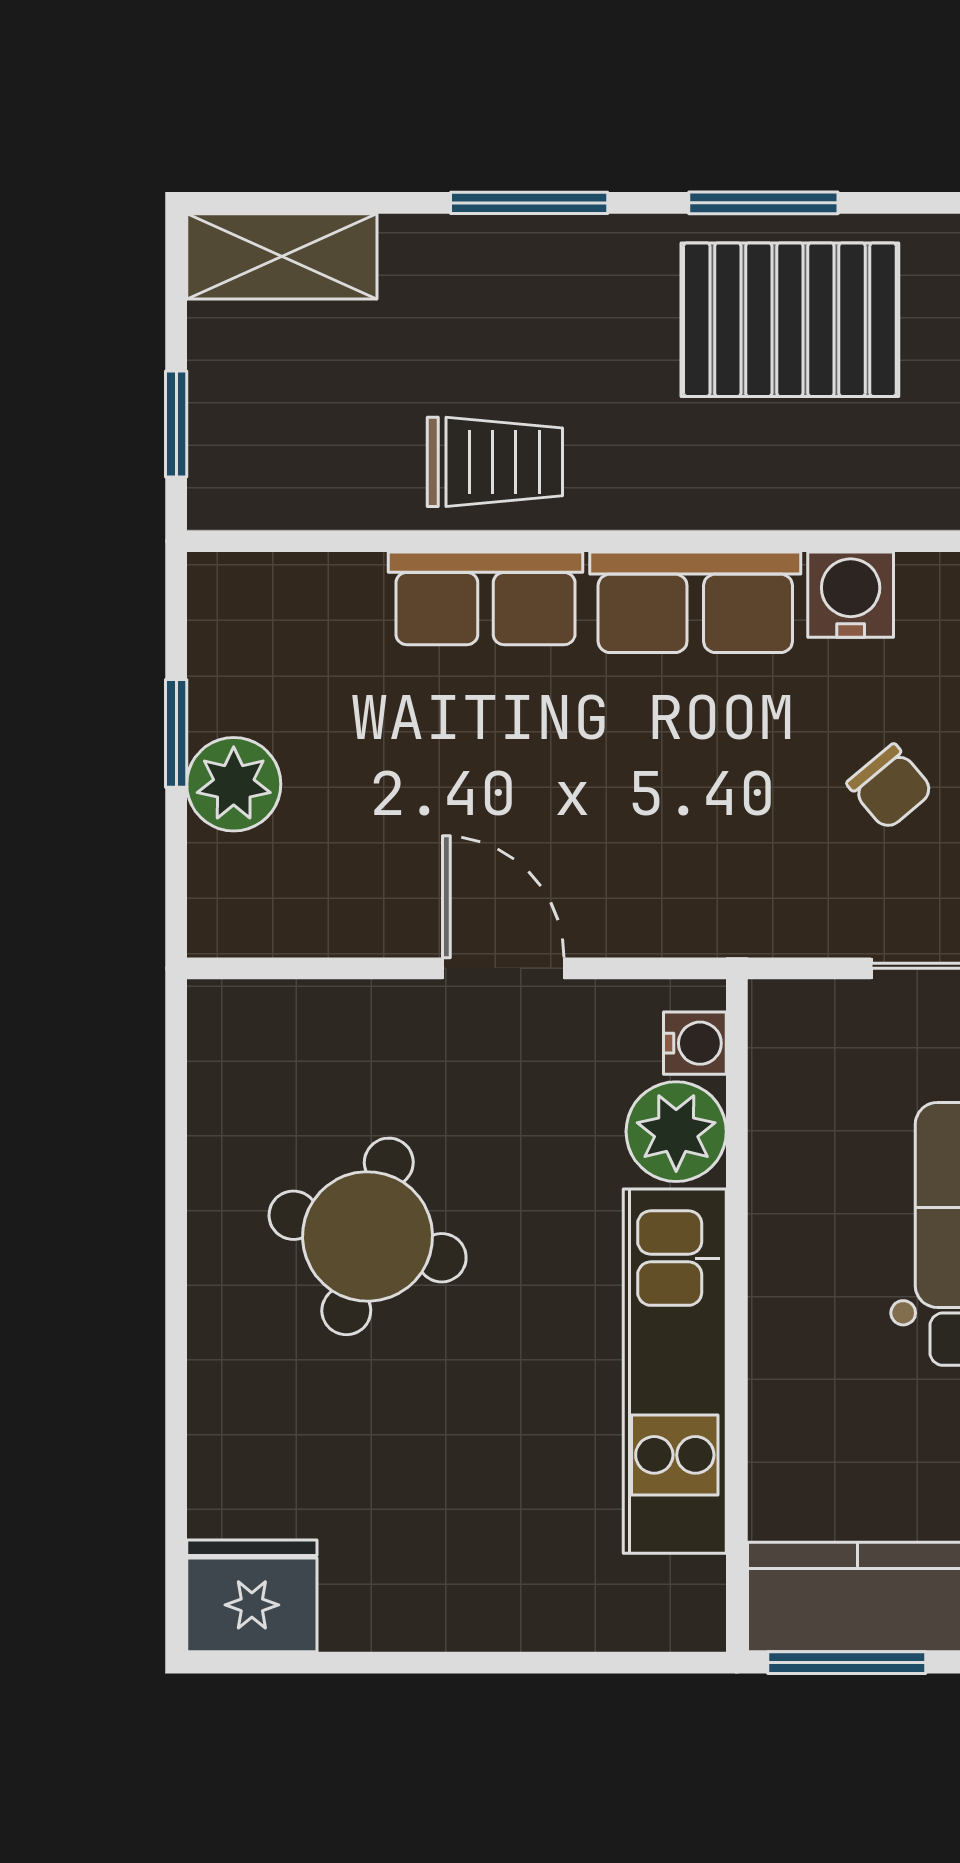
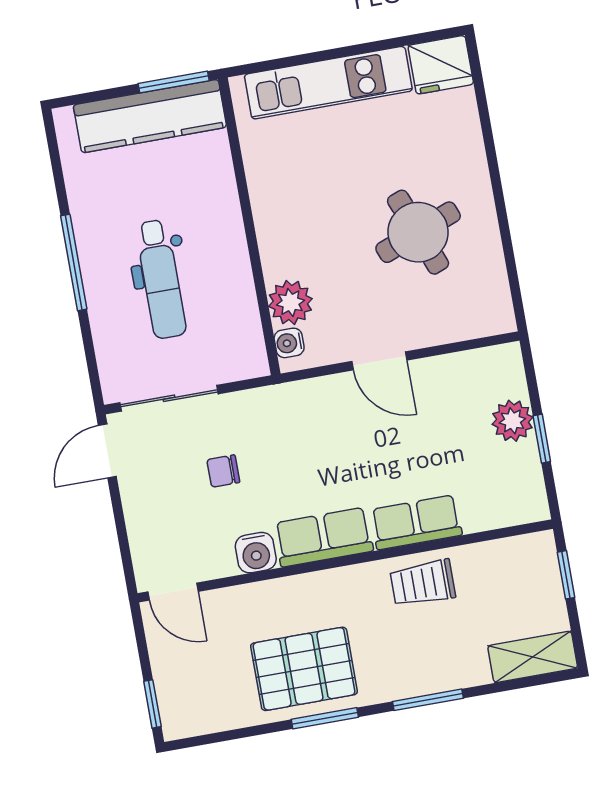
chair: (890, 787) -> (223, 471), turned -50
round table: (368, 1236) -> (418, 232), turned -37
kitchen unit: (675, 1371) -> (328, 83), moved, turned 90

